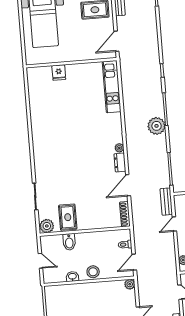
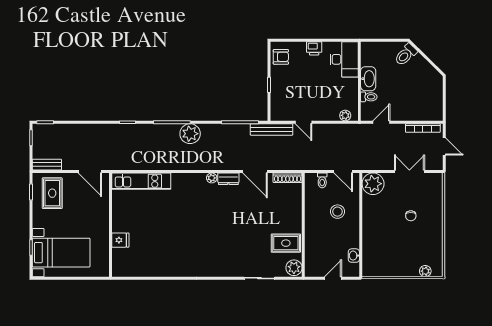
bench: (166, 202) -> (272, 129), width x1.36
bidet: (69, 242) -> (314, 244), removed
stool: (93, 272) -> (337, 212), moved
washbasin: (72, 277) -> (354, 256), moved
plant: (130, 284) -> (373, 184), width x1.88, depth x1.88

